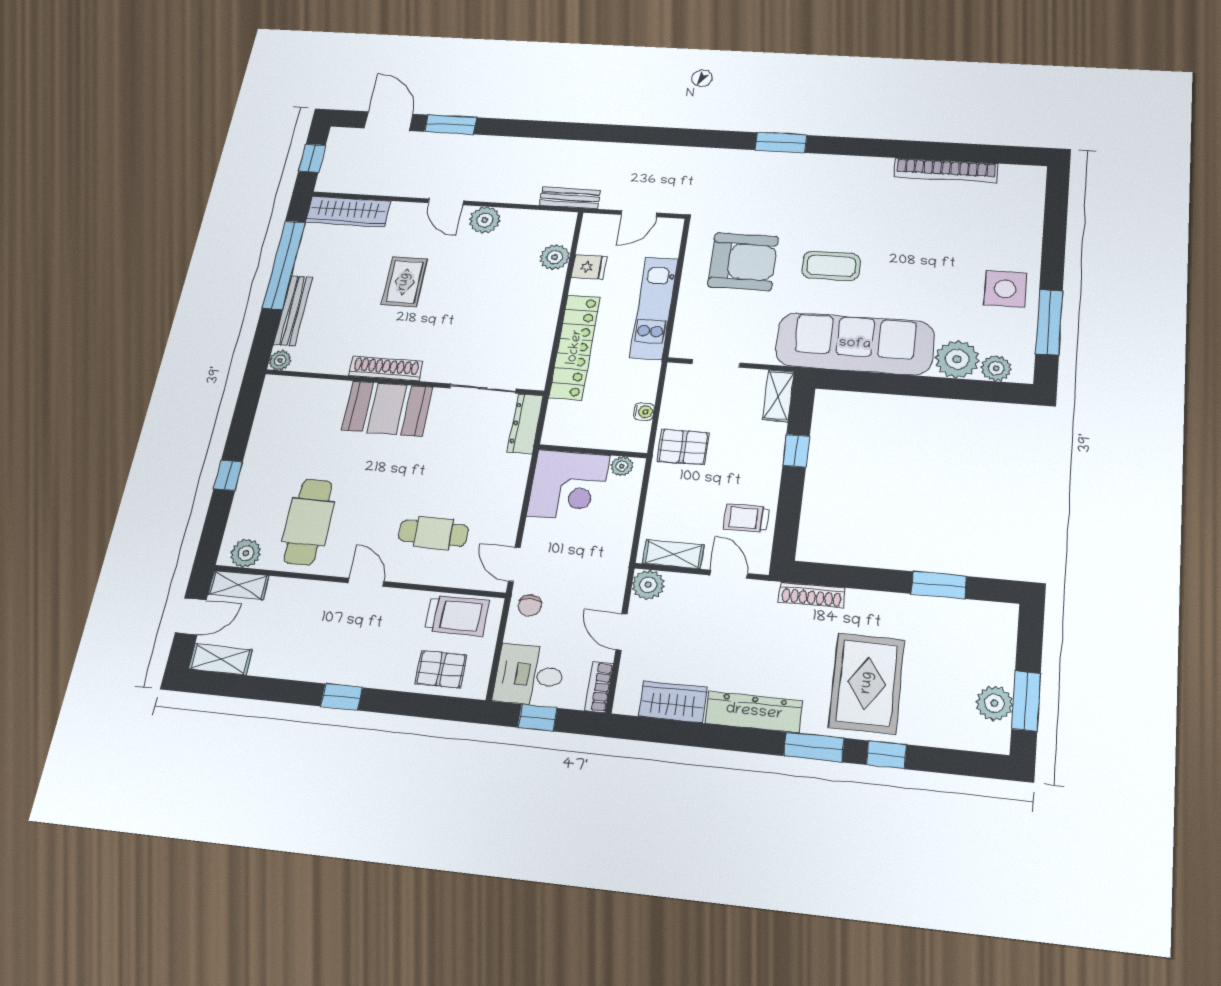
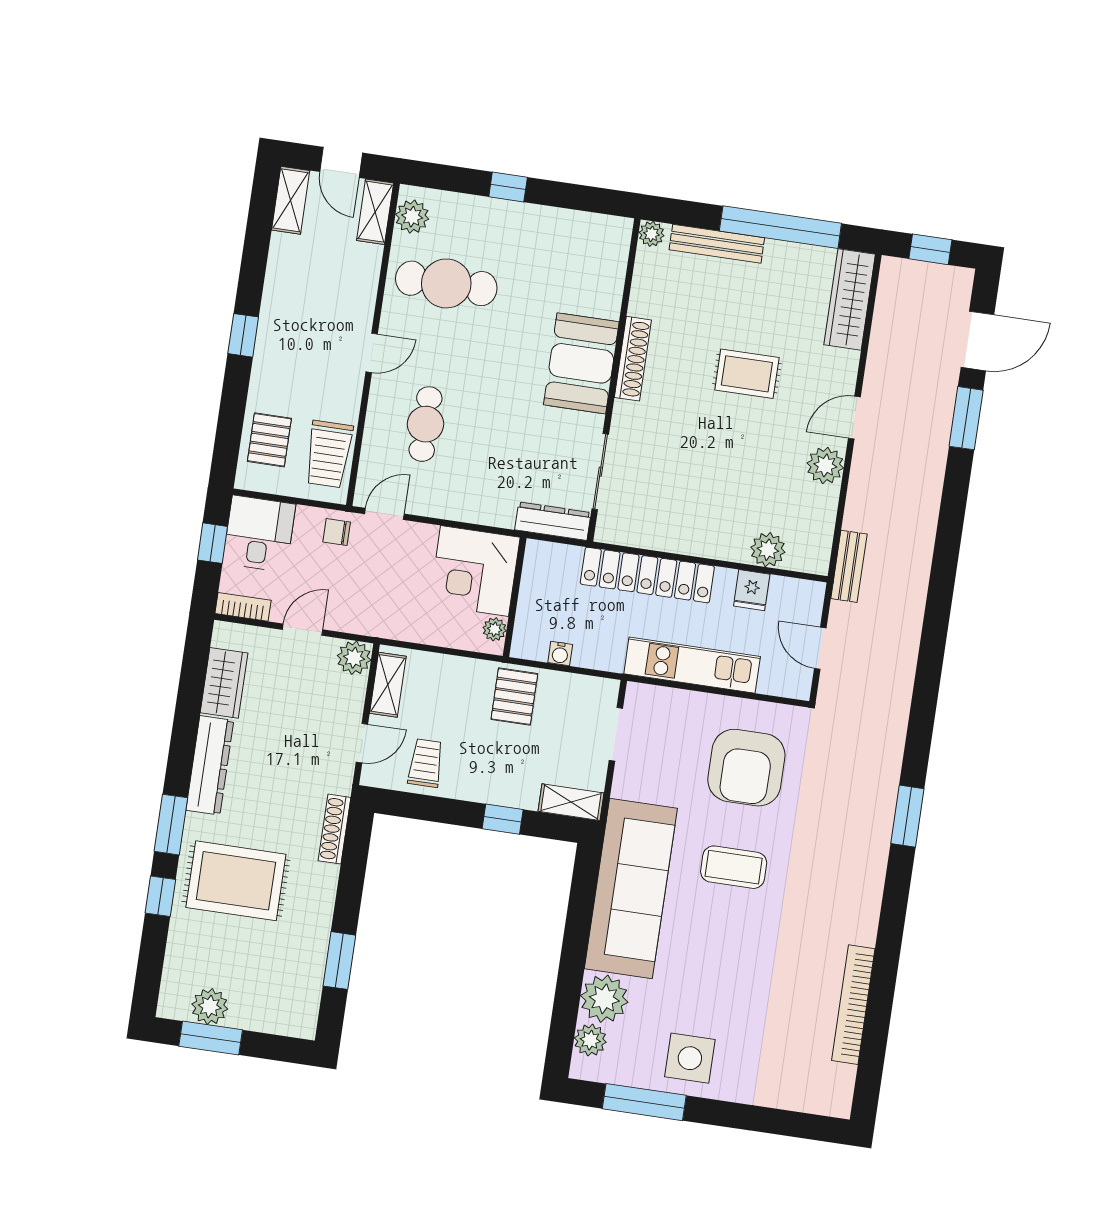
coffee table: (831, 266) -> (734, 867), turned 90

